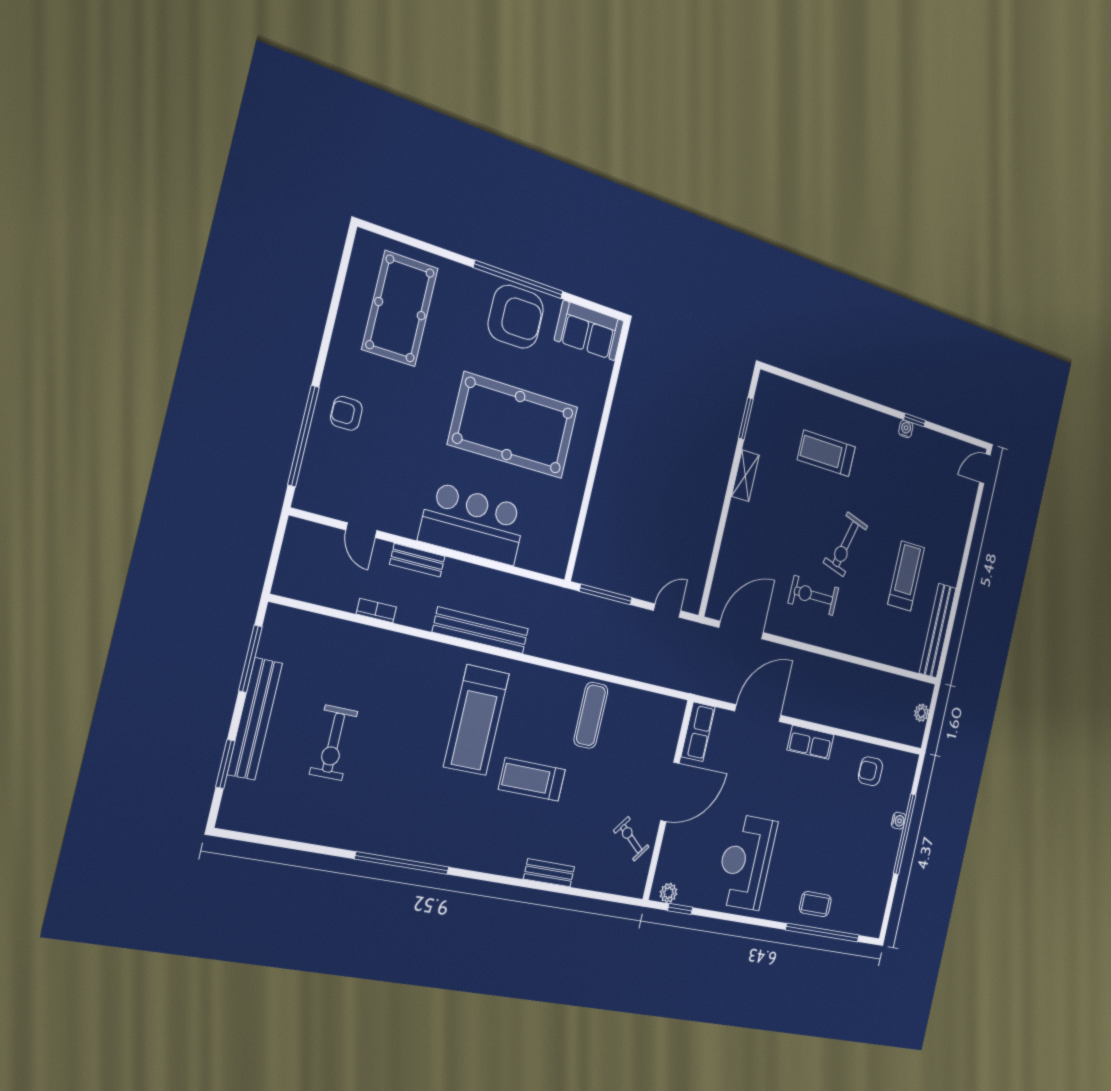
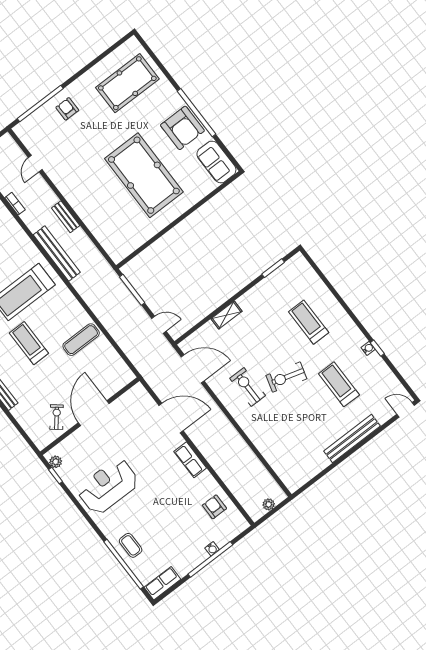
shelving: (745, 476) -> (227, 315), moved
bar counter: (473, 524) -> (90, 203), removed
bench: (417, 560) -> (66, 217), moved
treadmill: (906, 576) -> (339, 384), moved, turned -90
bench: (938, 631) -> (352, 439), moved
row of seats: (698, 732) -> (162, 583), moved, turned 180
door: (670, 792) -> (94, 413), swing flipped

